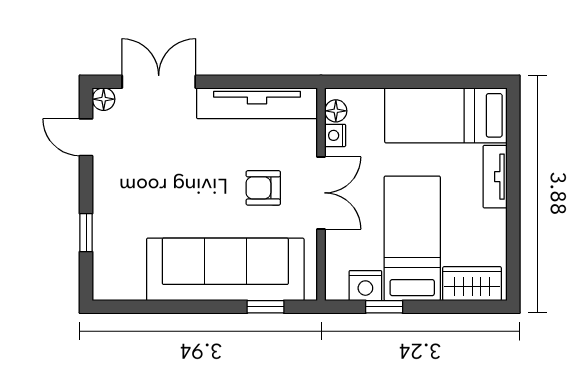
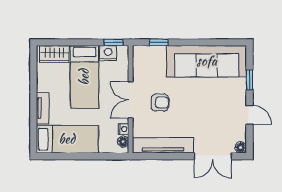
door: (86, 137) -> (249, 115), moved
sofa: (225, 269) -> (207, 61), moved
window: (384, 307) -> (113, 42), moved

